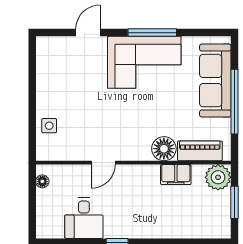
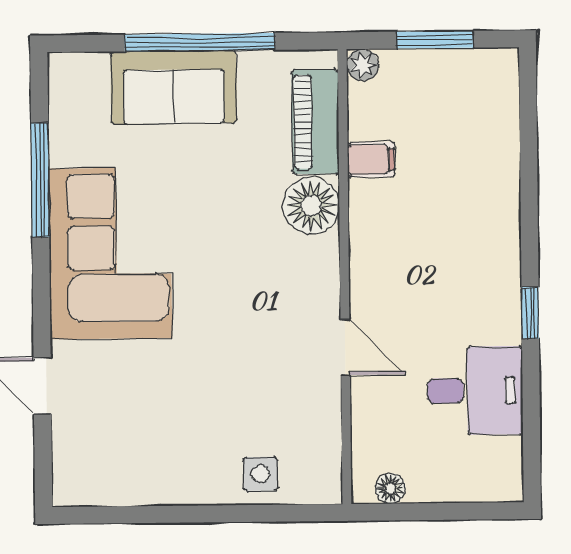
window: (152, 33) -> (40, 180), moved
sofa: (215, 81) -> (174, 87), width x0.73
filing cabinet: (176, 175) -> (371, 160), width x0.50
plant: (218, 177) -> (362, 65), width x0.53, depth x0.53

